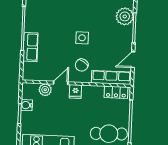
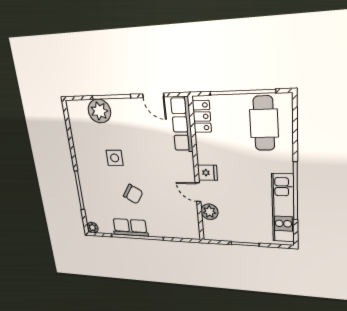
side table: (82, 38) -> (115, 158), moved
row of seats: (30, 47) -> (130, 227), moved
chair: (82, 65) -> (133, 194), moved
water cooler: (27, 105) -> (233, 235), removed

